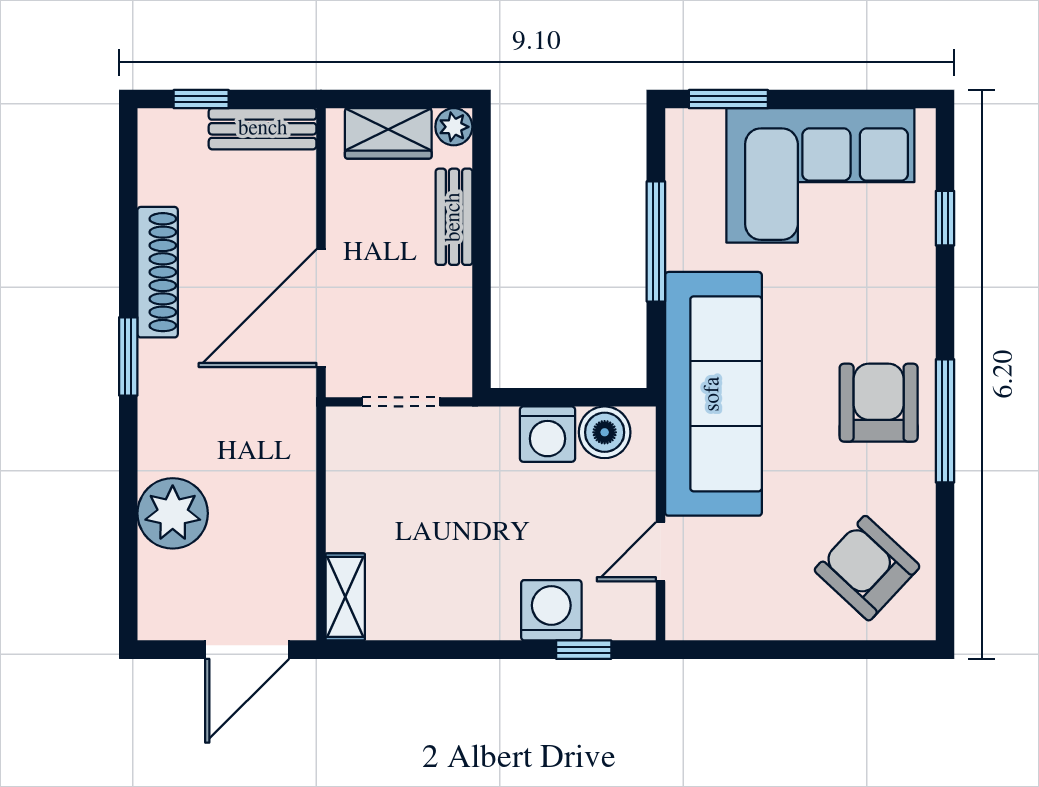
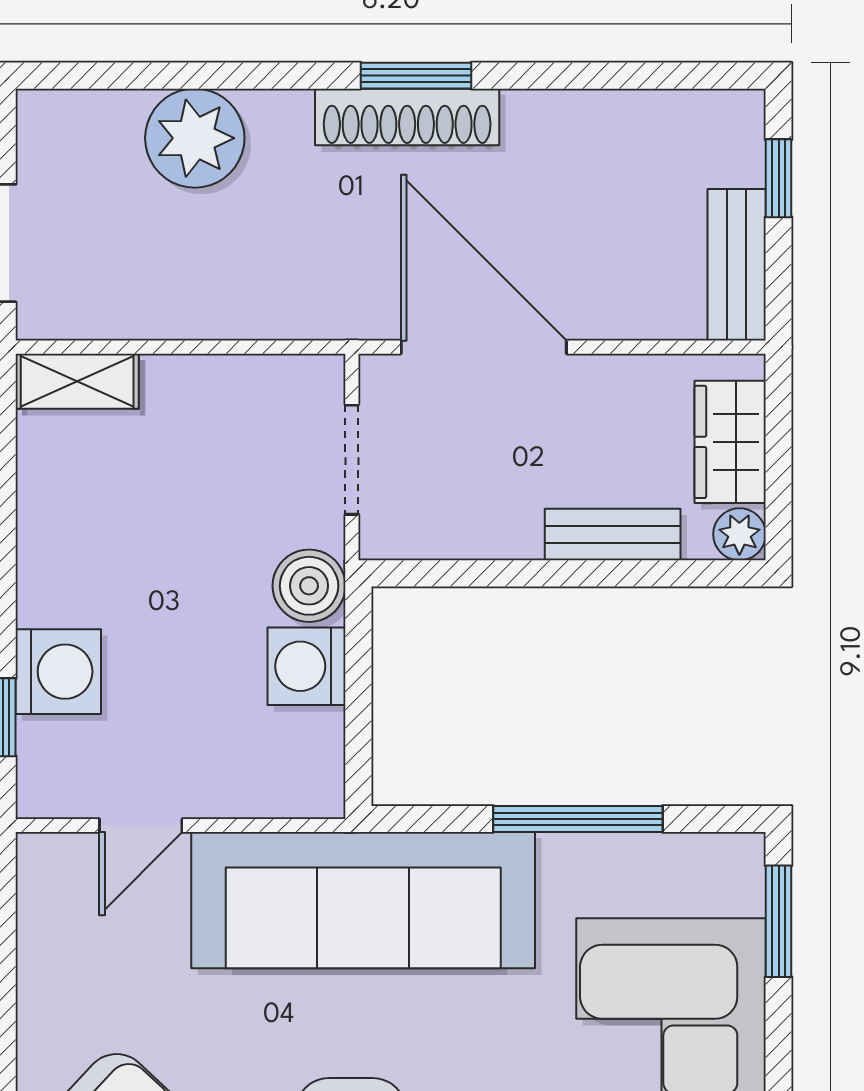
shoe rack: (158, 272) -> (407, 117), moved
boiler: (605, 432) -> (309, 586), moved
door: (661, 552) -> (141, 825), swing flipped

